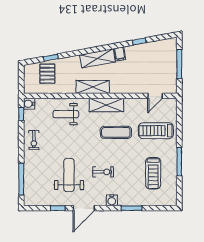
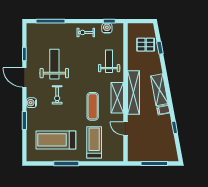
shelving: (93, 87) -> (134, 92), width x1.47
door: (155, 96) -> (125, 129), moved
water cooler: (29, 104) -> (107, 28), moved
treadmill: (153, 173) -> (56, 140), width x1.37, depth x1.38
weight bench: (69, 175) -> (54, 64), turned -90

